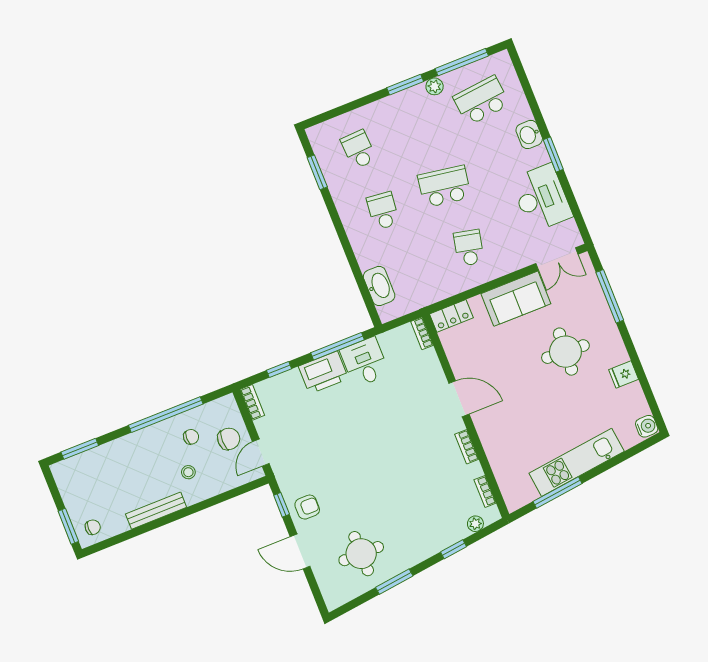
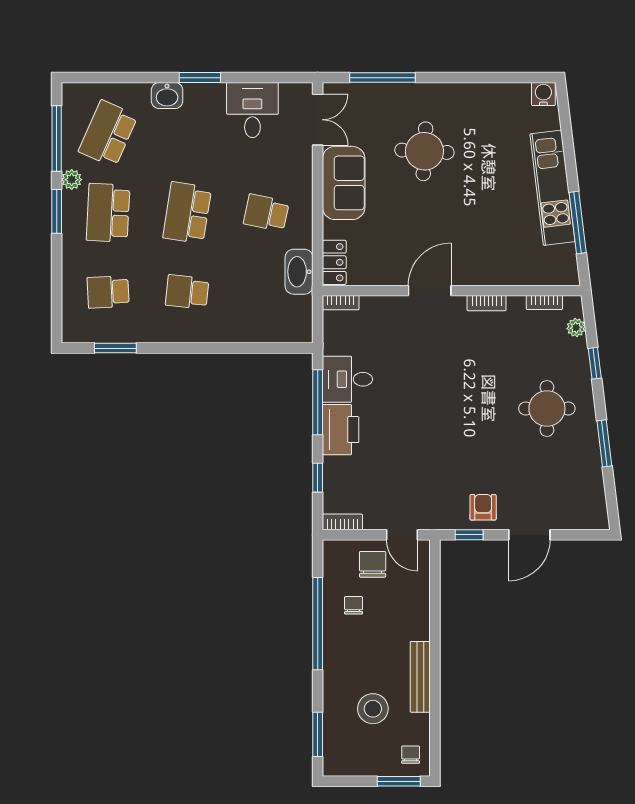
school desk: (481, 101) -> (108, 134), turned 30
school desk: (420, 125) -> (108, 213), added
desk: (541, 198) -> (252, 110), width x0.73
washbasin: (379, 286) -> (299, 272), moved, turned -90
fridge: (624, 374) -> (476, 97), removed
stool: (188, 472) -> (373, 709), moved, width x1.89, depth x1.89
round table: (361, 554) -> (547, 409), moved

